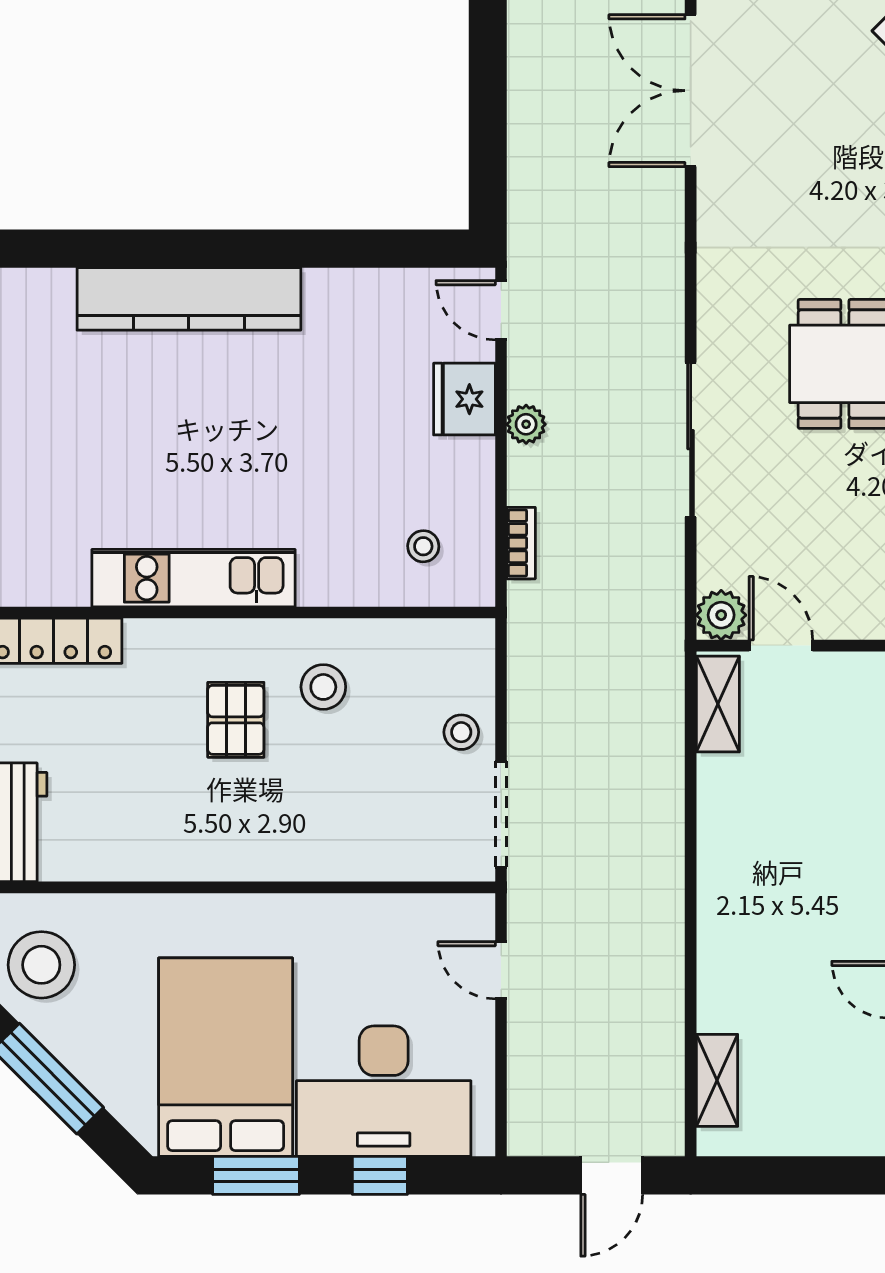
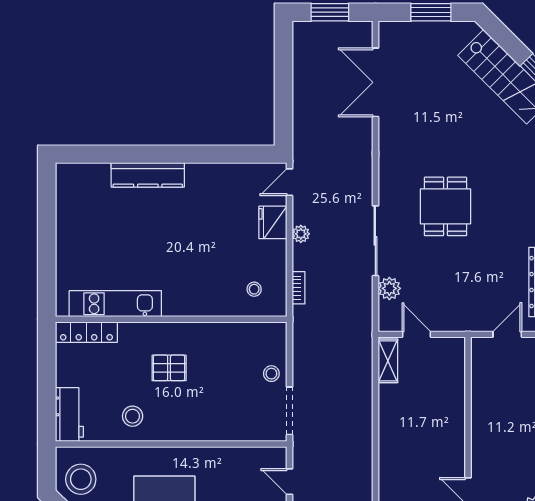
kitchen counter: (189, 299) -> (148, 175), width x0.72, depth x0.86
door: (501, 310) -> (289, 182), hinge flipped
kitchen unit: (194, 578) -> (115, 304), moved
plant: (721, 615) -> (389, 288), moved
stool: (323, 687) -> (133, 416), moved
pallet: (236, 720) -> (169, 368), turned 90

